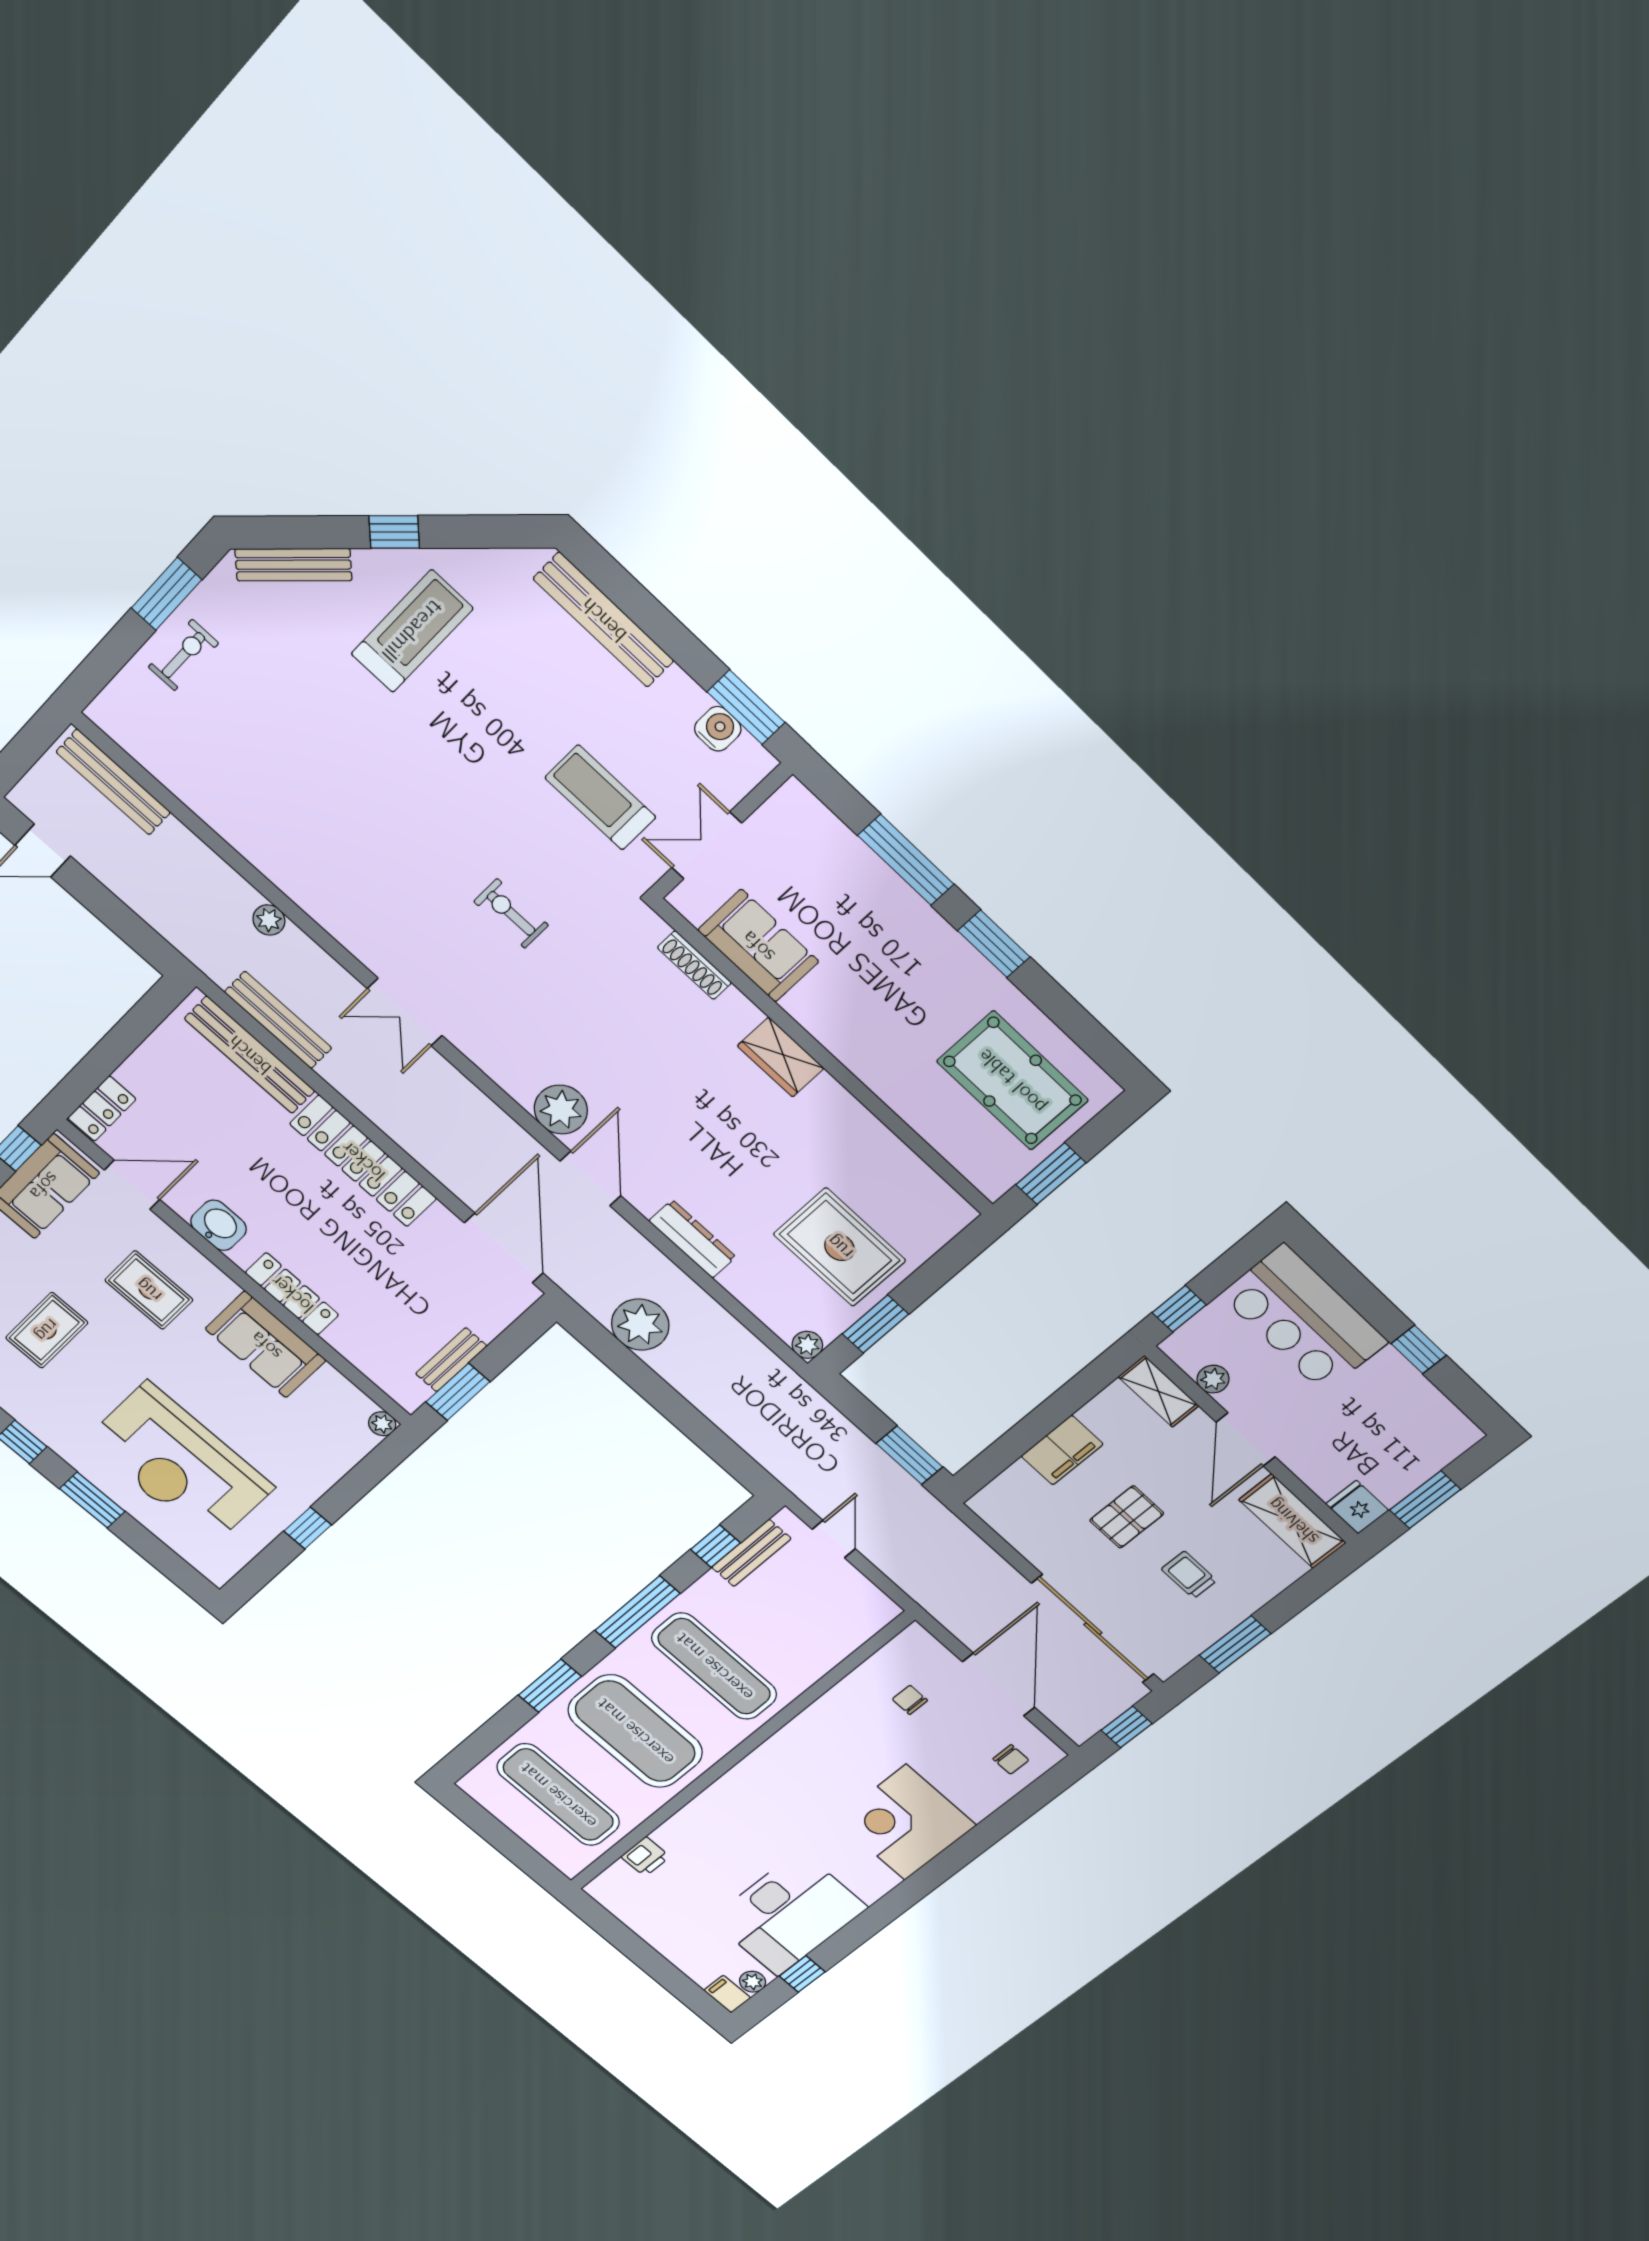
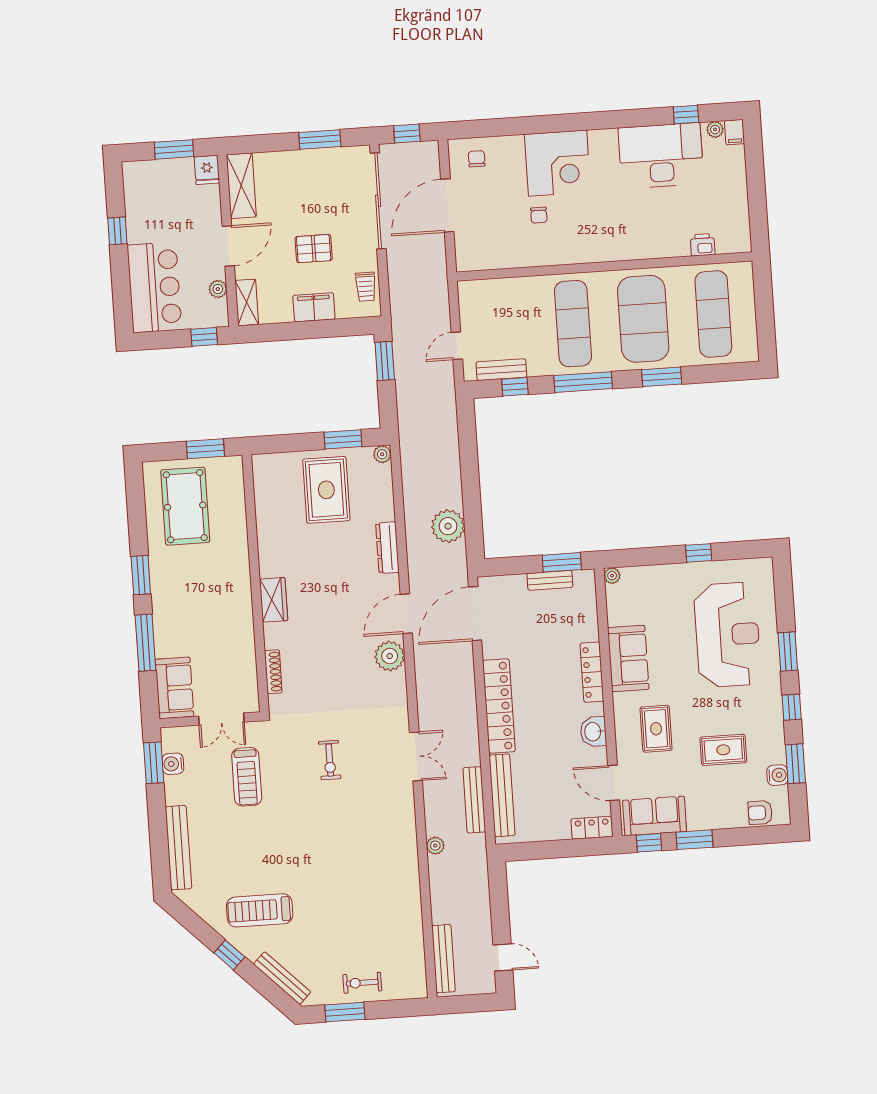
sofa: (758, 946) -> (175, 688), moved, turned 180
trolley: (1189, 1575) -> (366, 287), moved
chair: (910, 1700) -> (539, 215), moved

